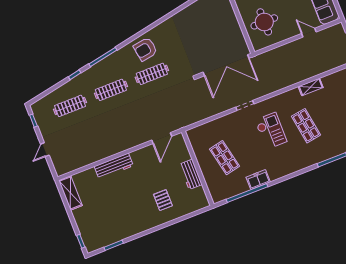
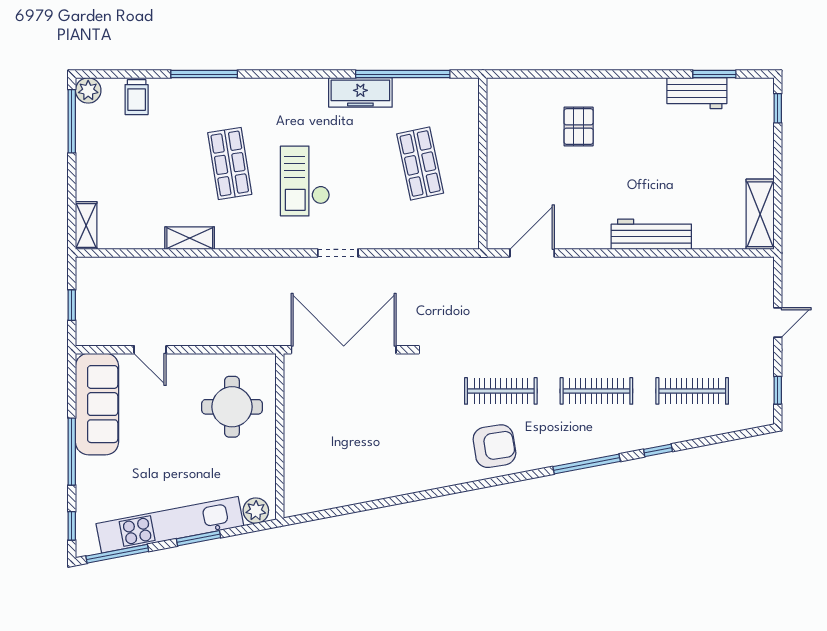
workbench: (191, 174) -> (697, 93), moved, turned 90
freezer: (258, 180) -> (360, 92), width x1.40

